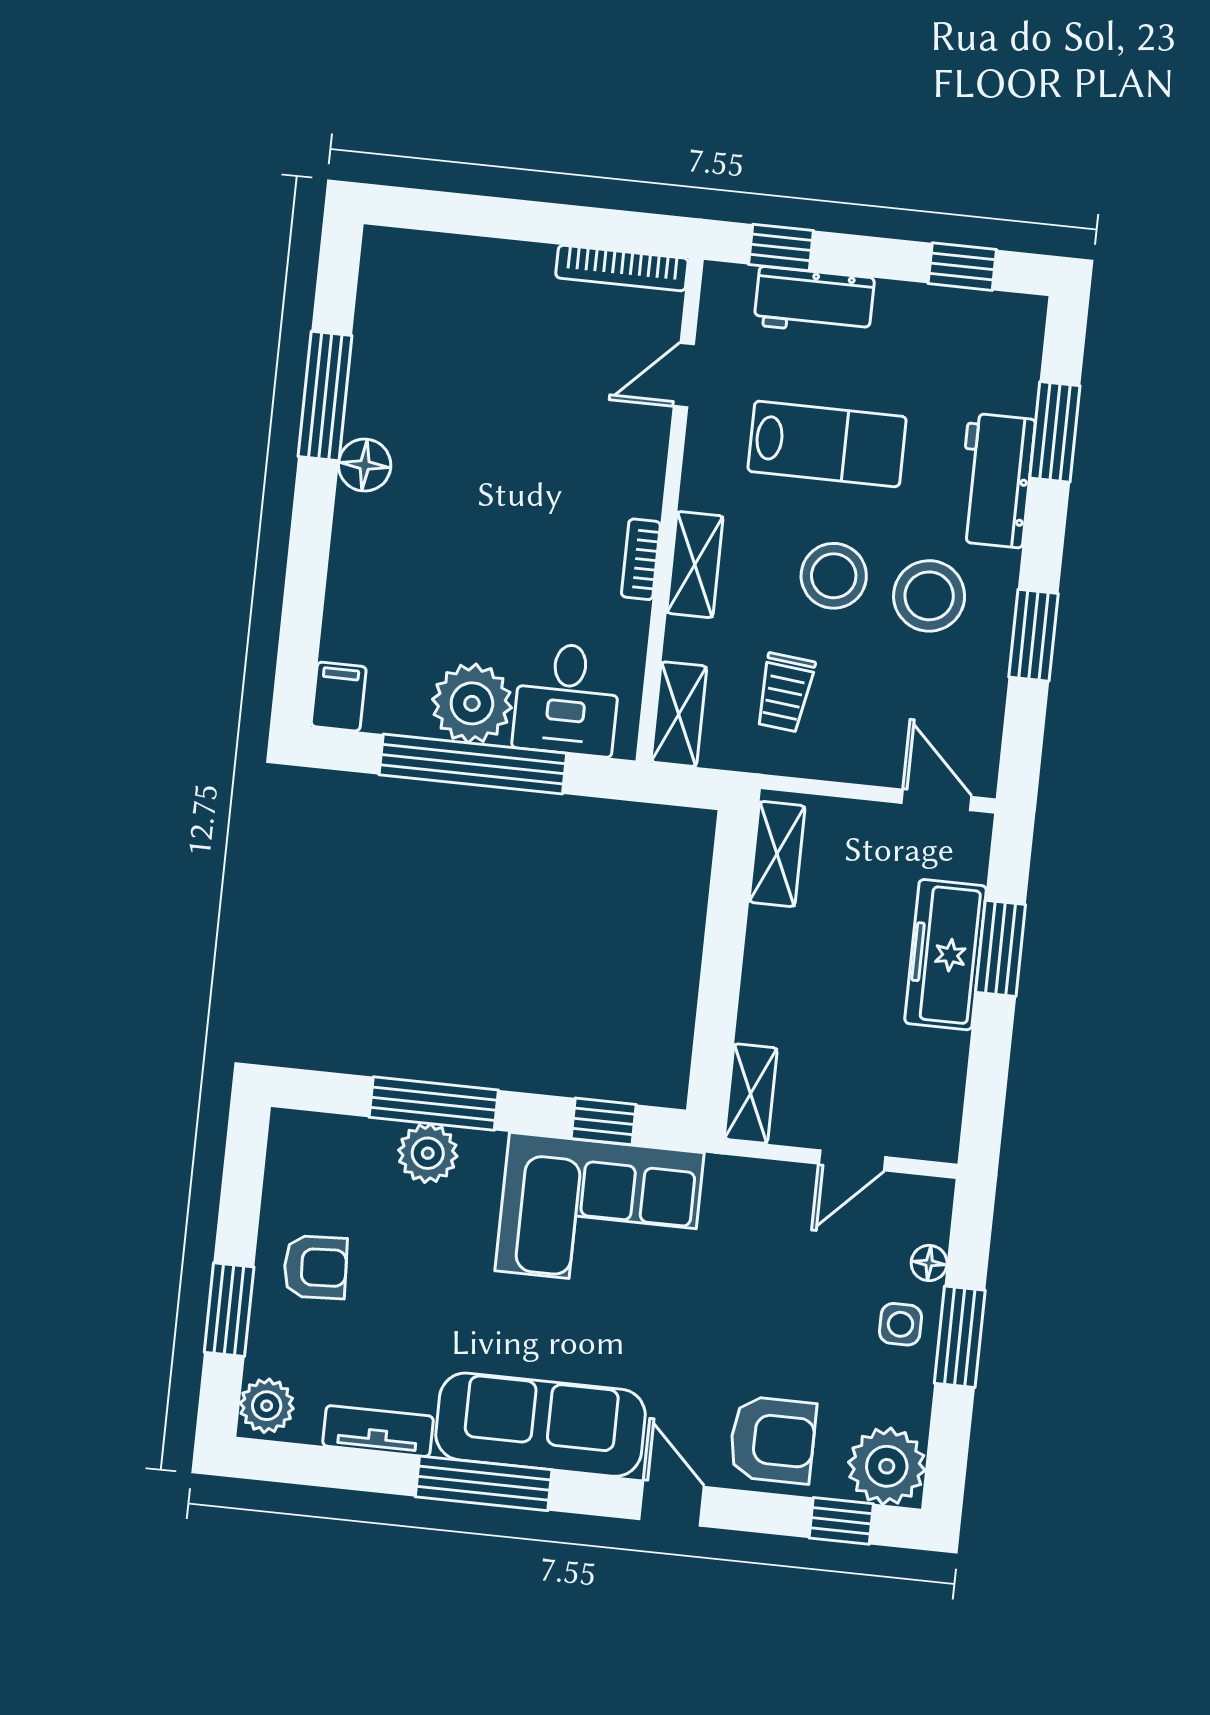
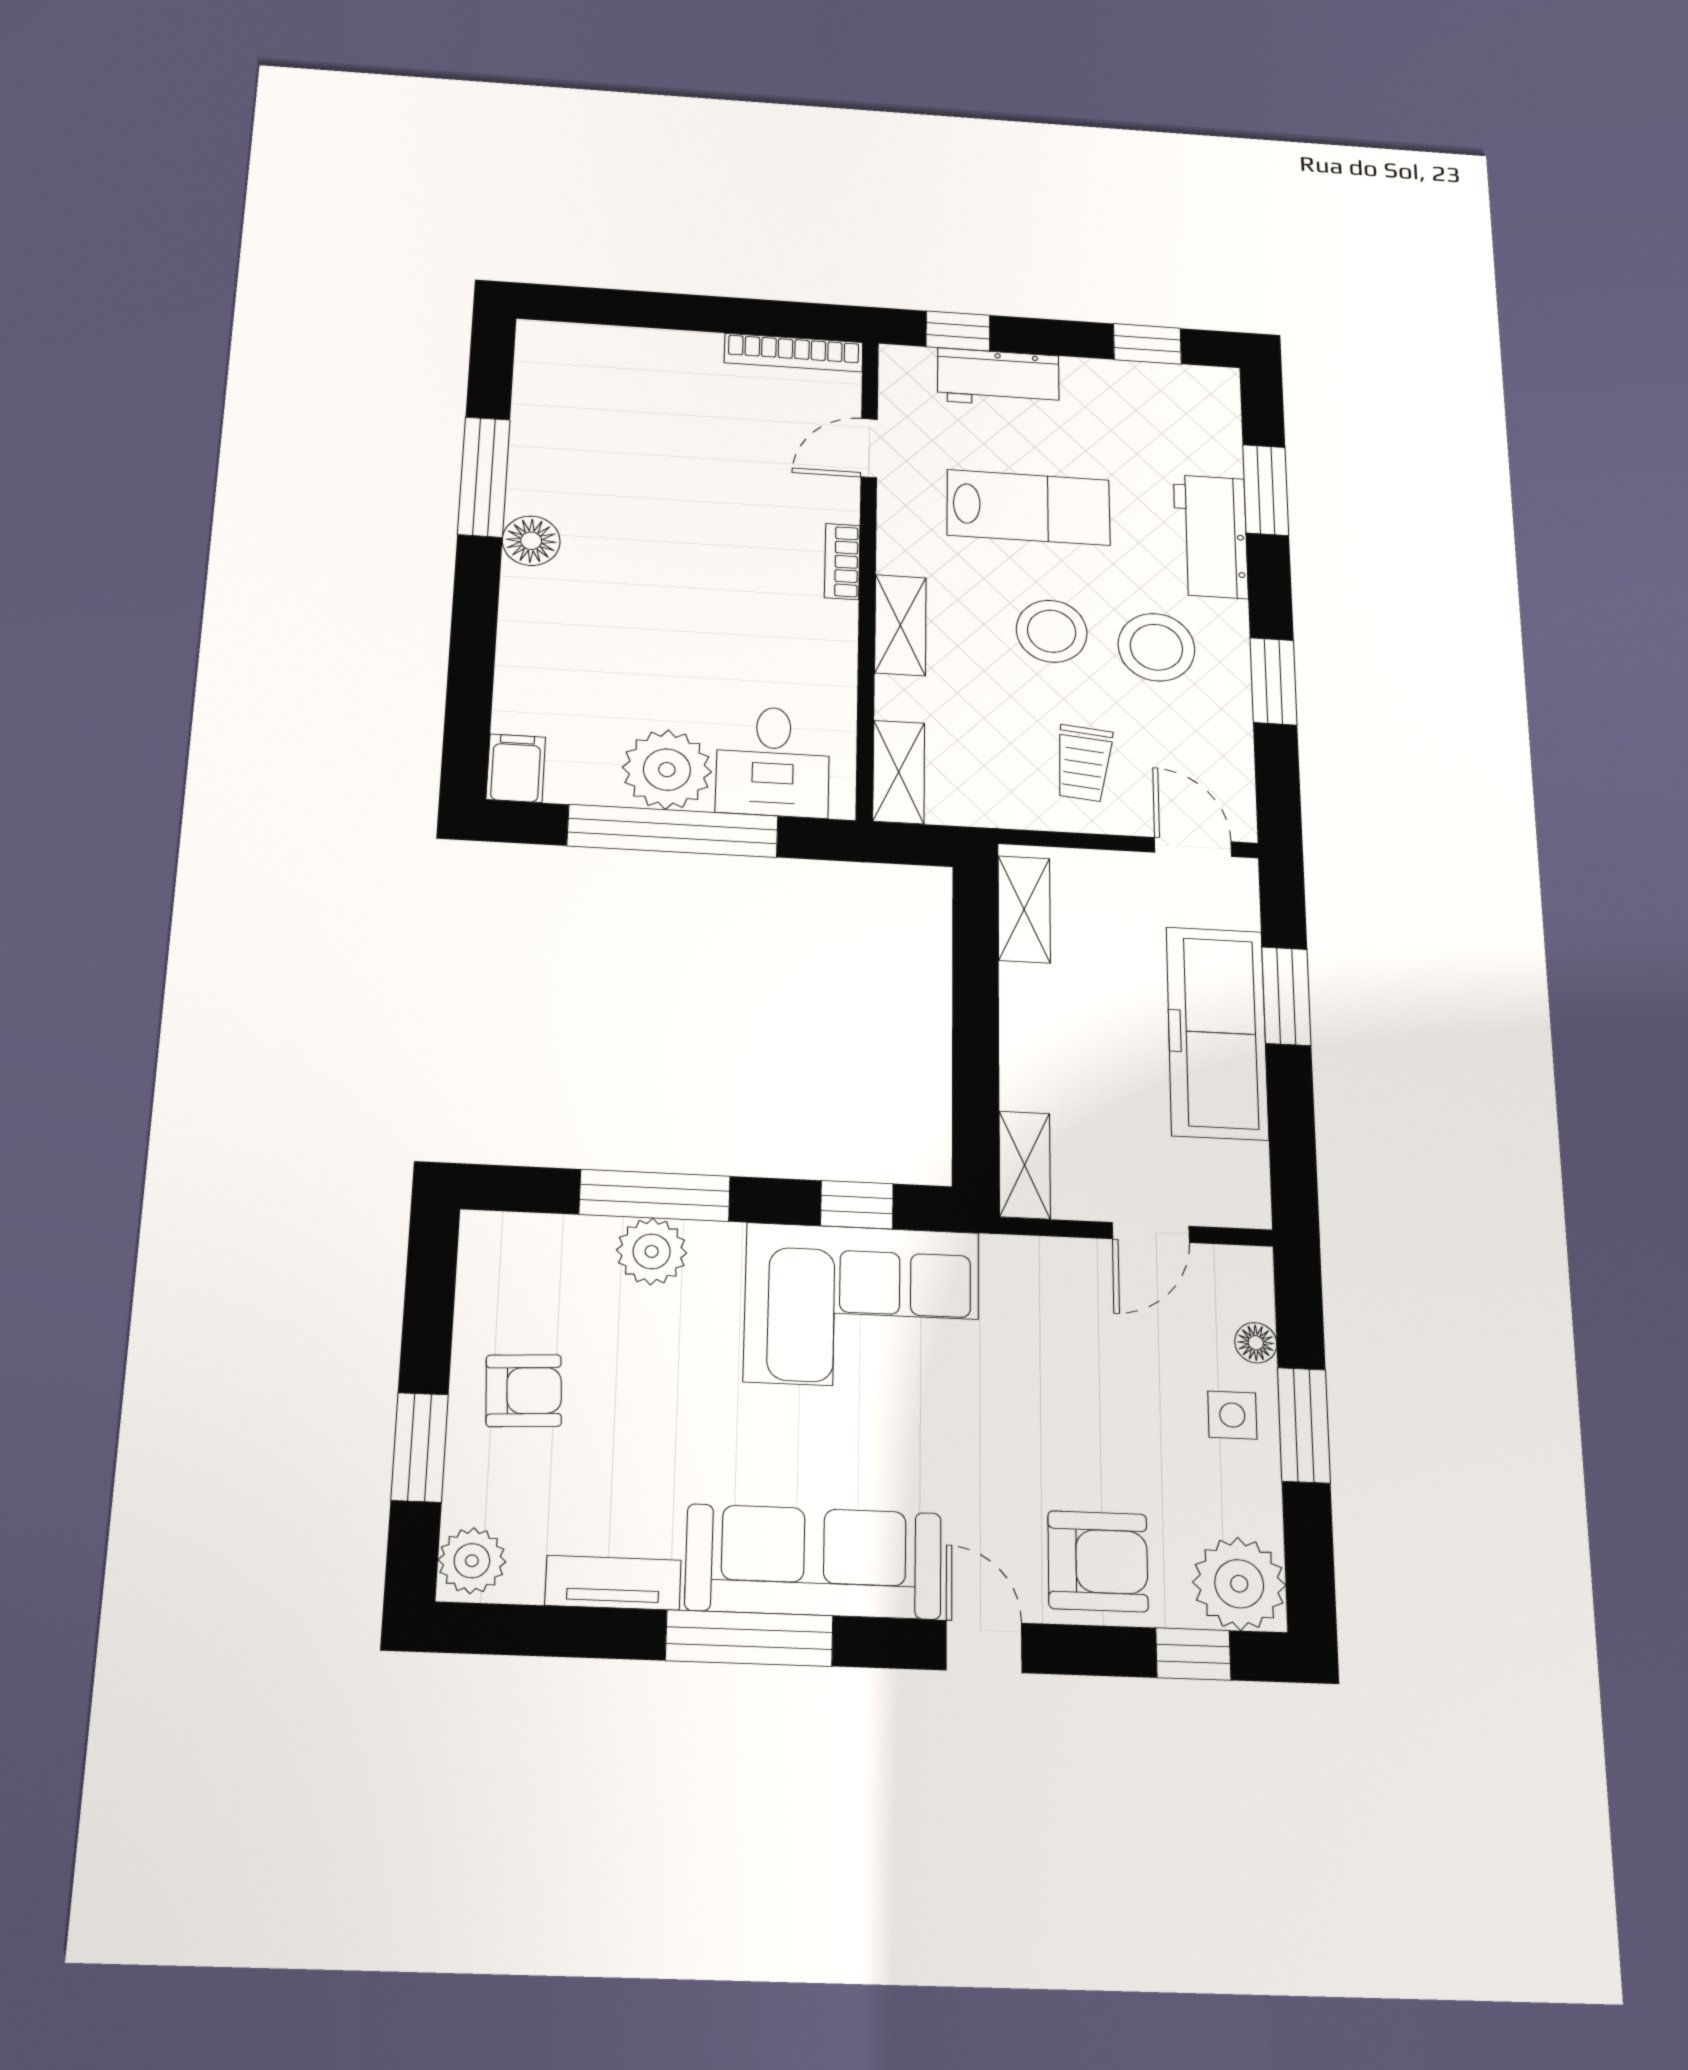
bookcase: (641, 559) -> (842, 562), moved
trolley: (785, 692) -> (1083, 763), moved
freezer: (946, 955) -> (1217, 1033), width x1.36, depth x1.26

